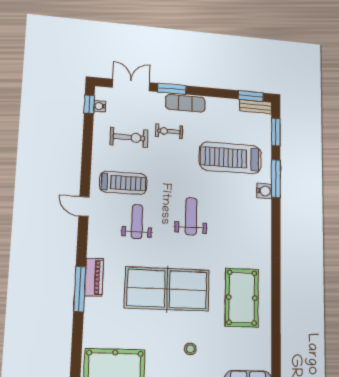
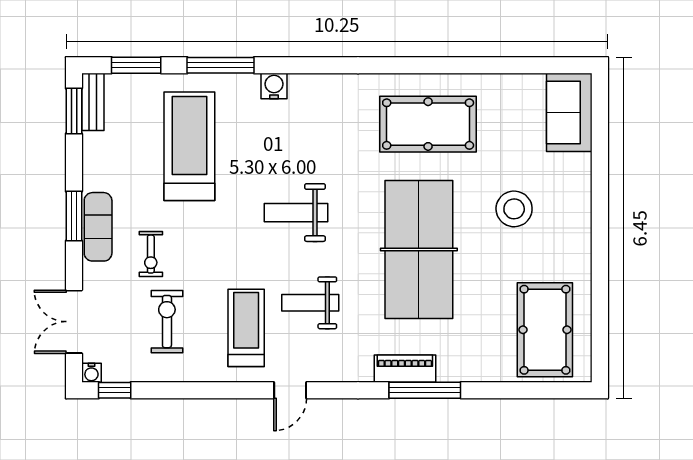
window: (172, 89) -> (74, 216), moved
water cooler: (100, 106) -> (91, 373), moved
treadmill: (230, 158) -> (189, 146), turned 180
water cooler: (264, 191) -> (274, 86), moved
stool: (190, 349) -> (514, 209), width x1.89, depth x1.89

